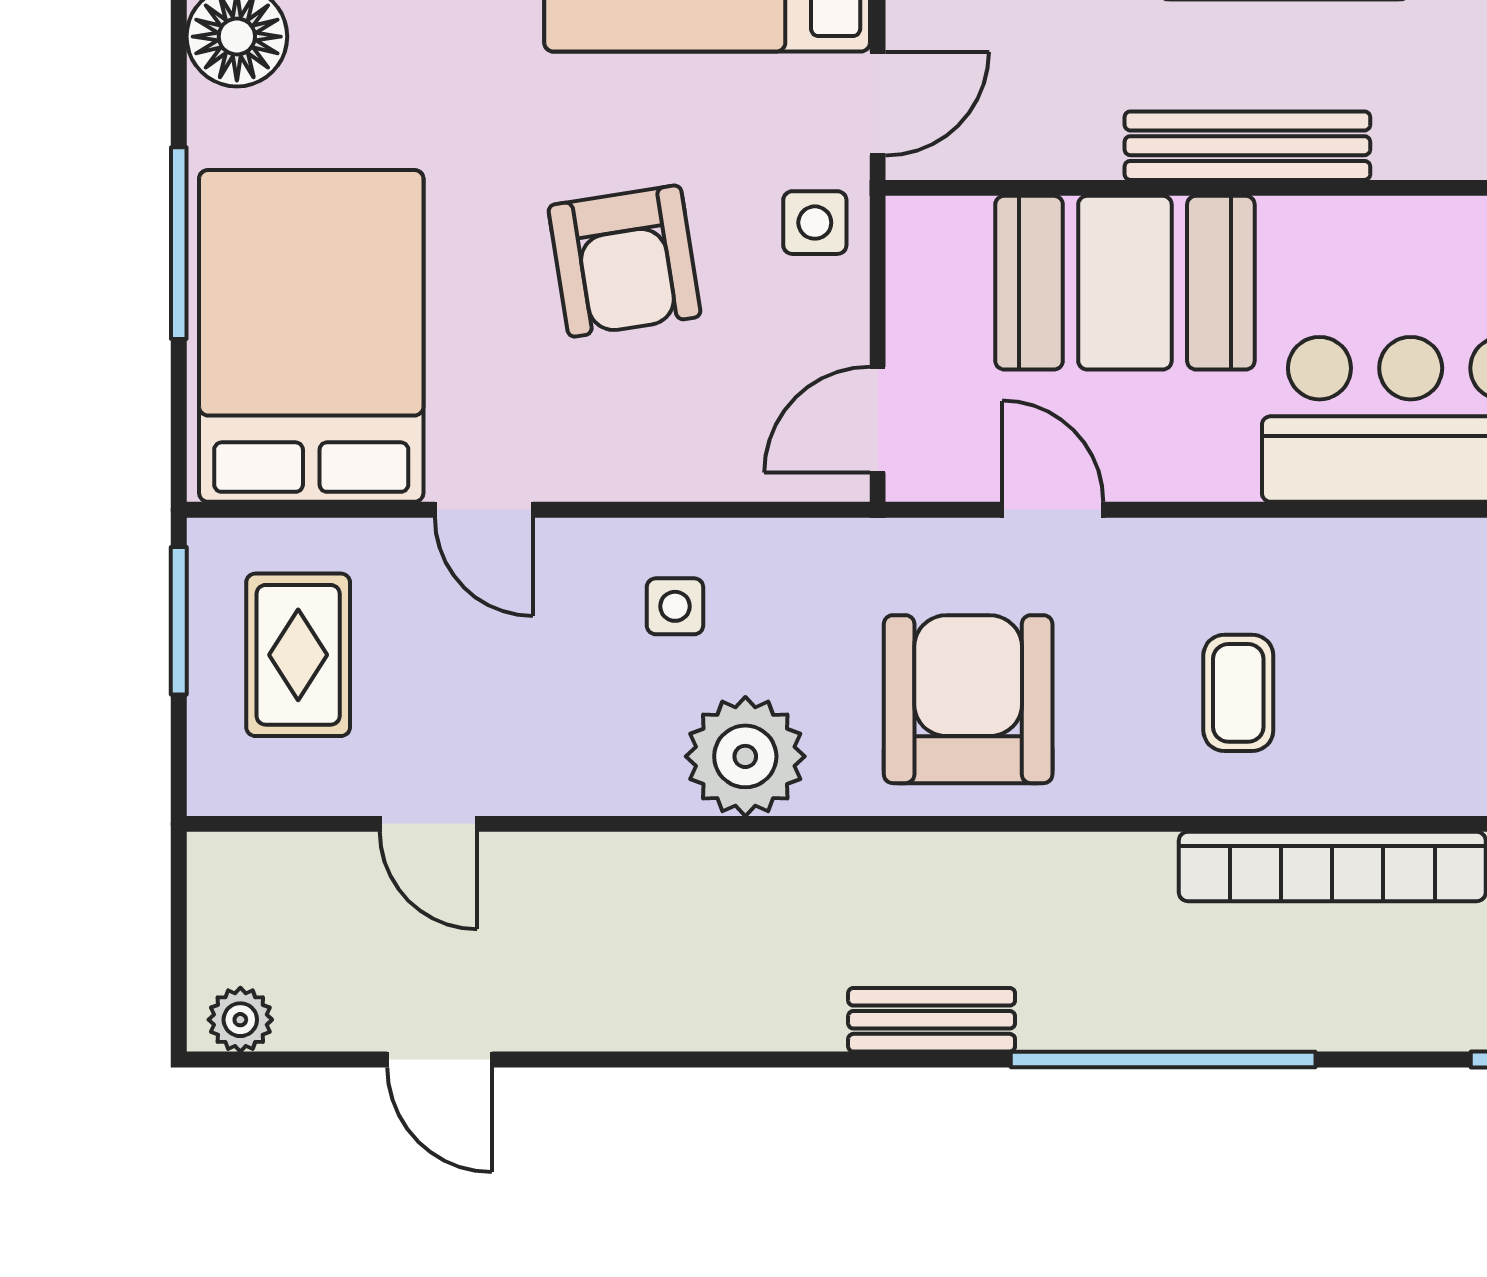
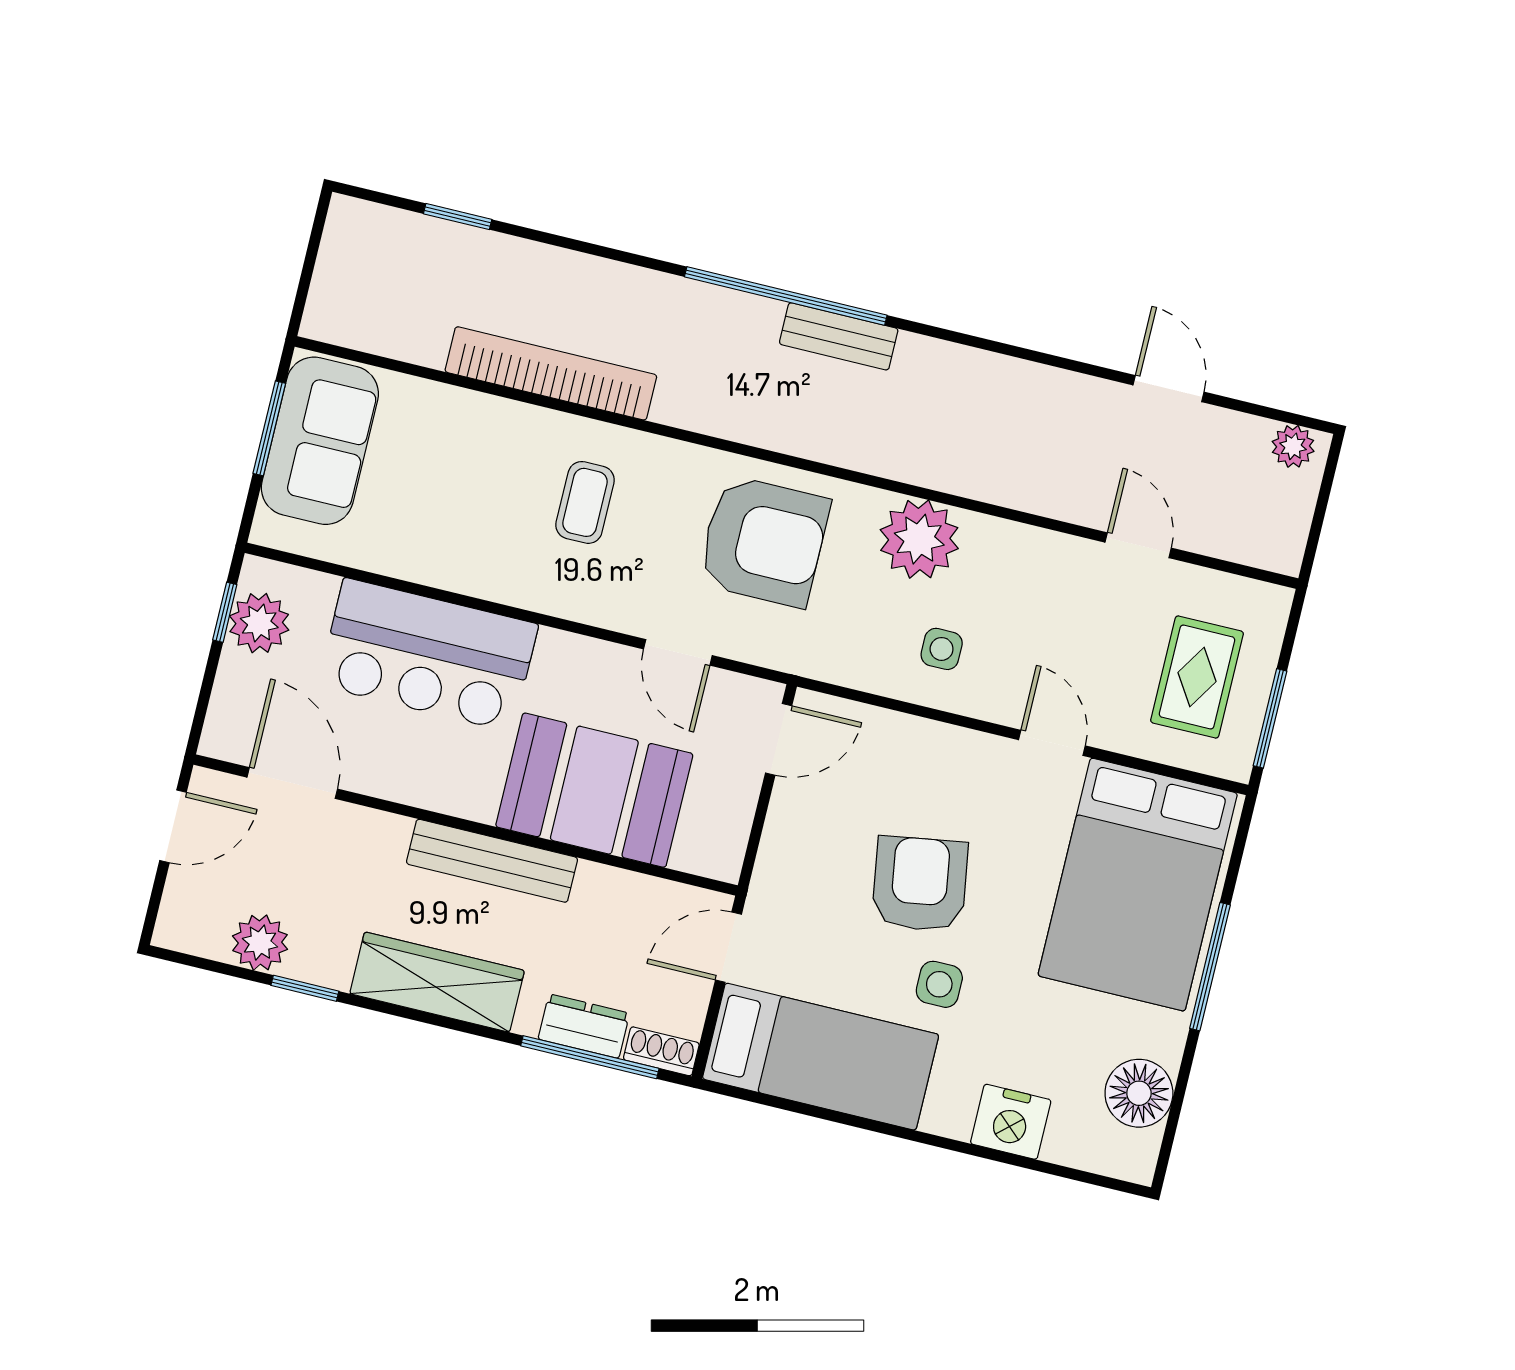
side table: (815, 223) -> (939, 984), moved
armchair: (968, 699) -> (764, 541), turned -90
window: (1163, 1059) -> (786, 296), moved

